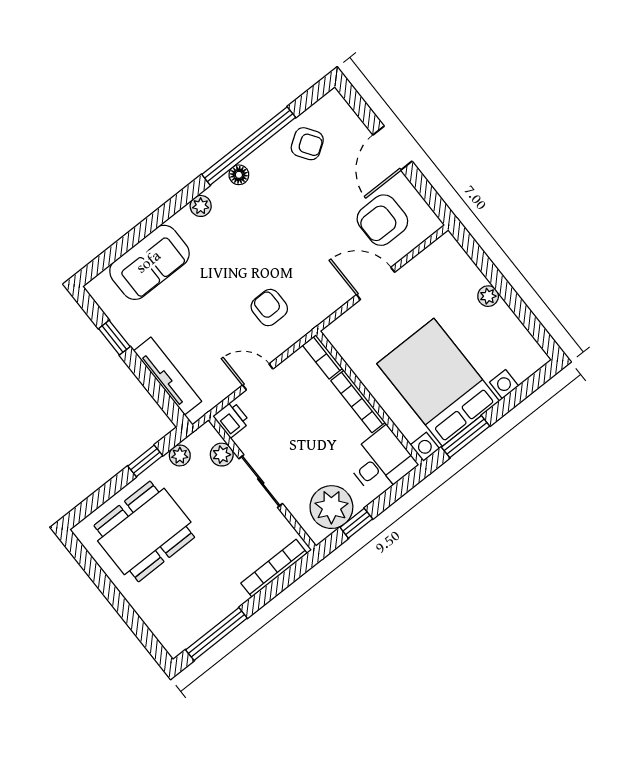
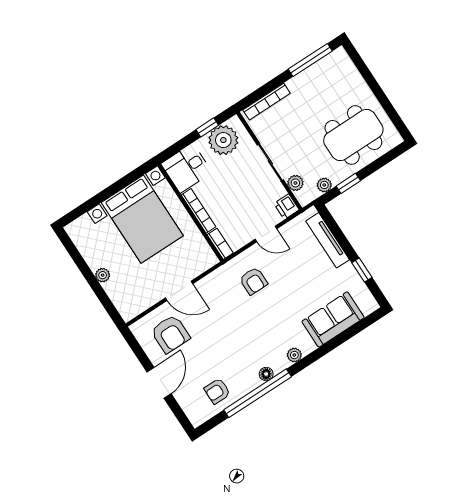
armchair: (307, 144) -> (217, 391), turned -56
armchair: (382, 220) -> (170, 334), turned 90
window: (466, 437) -> (127, 180), removed

